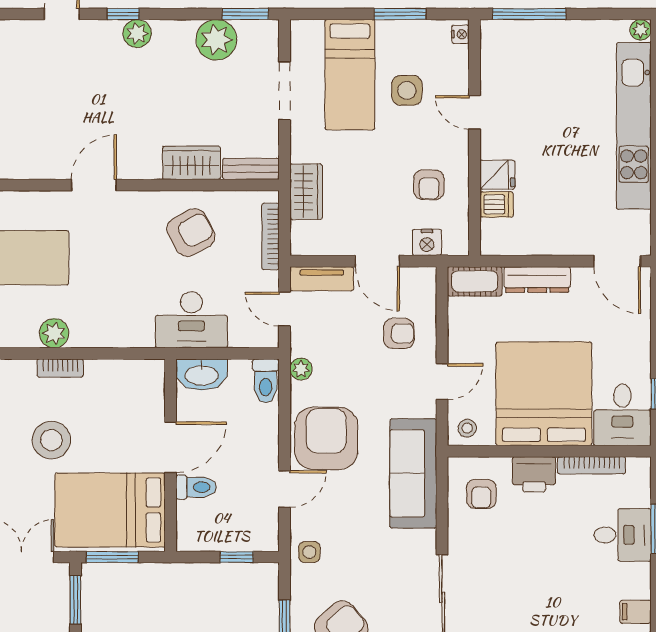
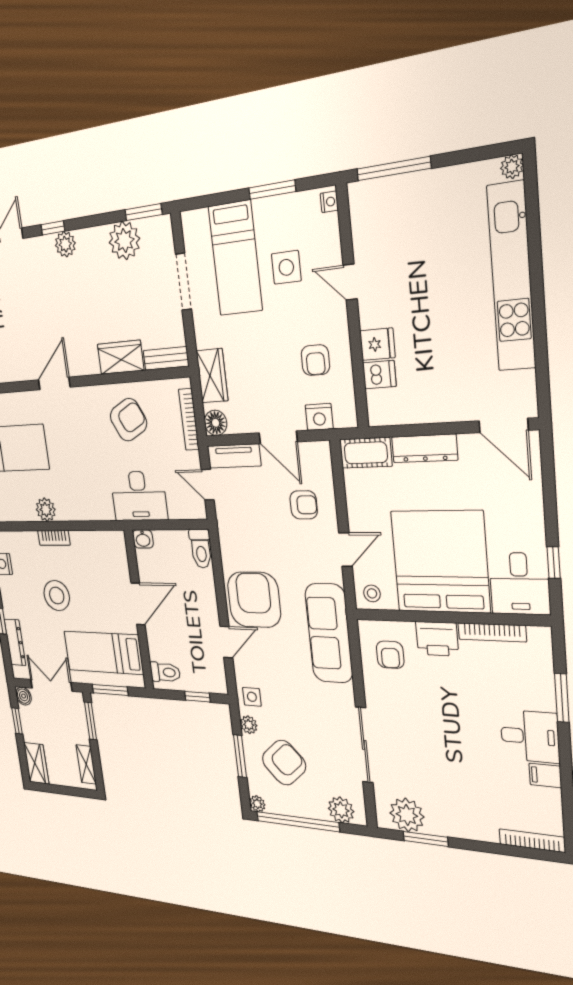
floor lamp: (304, 242) -> (216, 423), added
plant: (301, 369) -> (249, 725), moved
washbasin: (202, 375) -> (143, 539), width x0.52, depth x0.69
toilet: (196, 487) -> (165, 672), moved
bed: (110, 510) -> (103, 653), width x0.67
desk: (623, 535) -> (530, 736), moved

